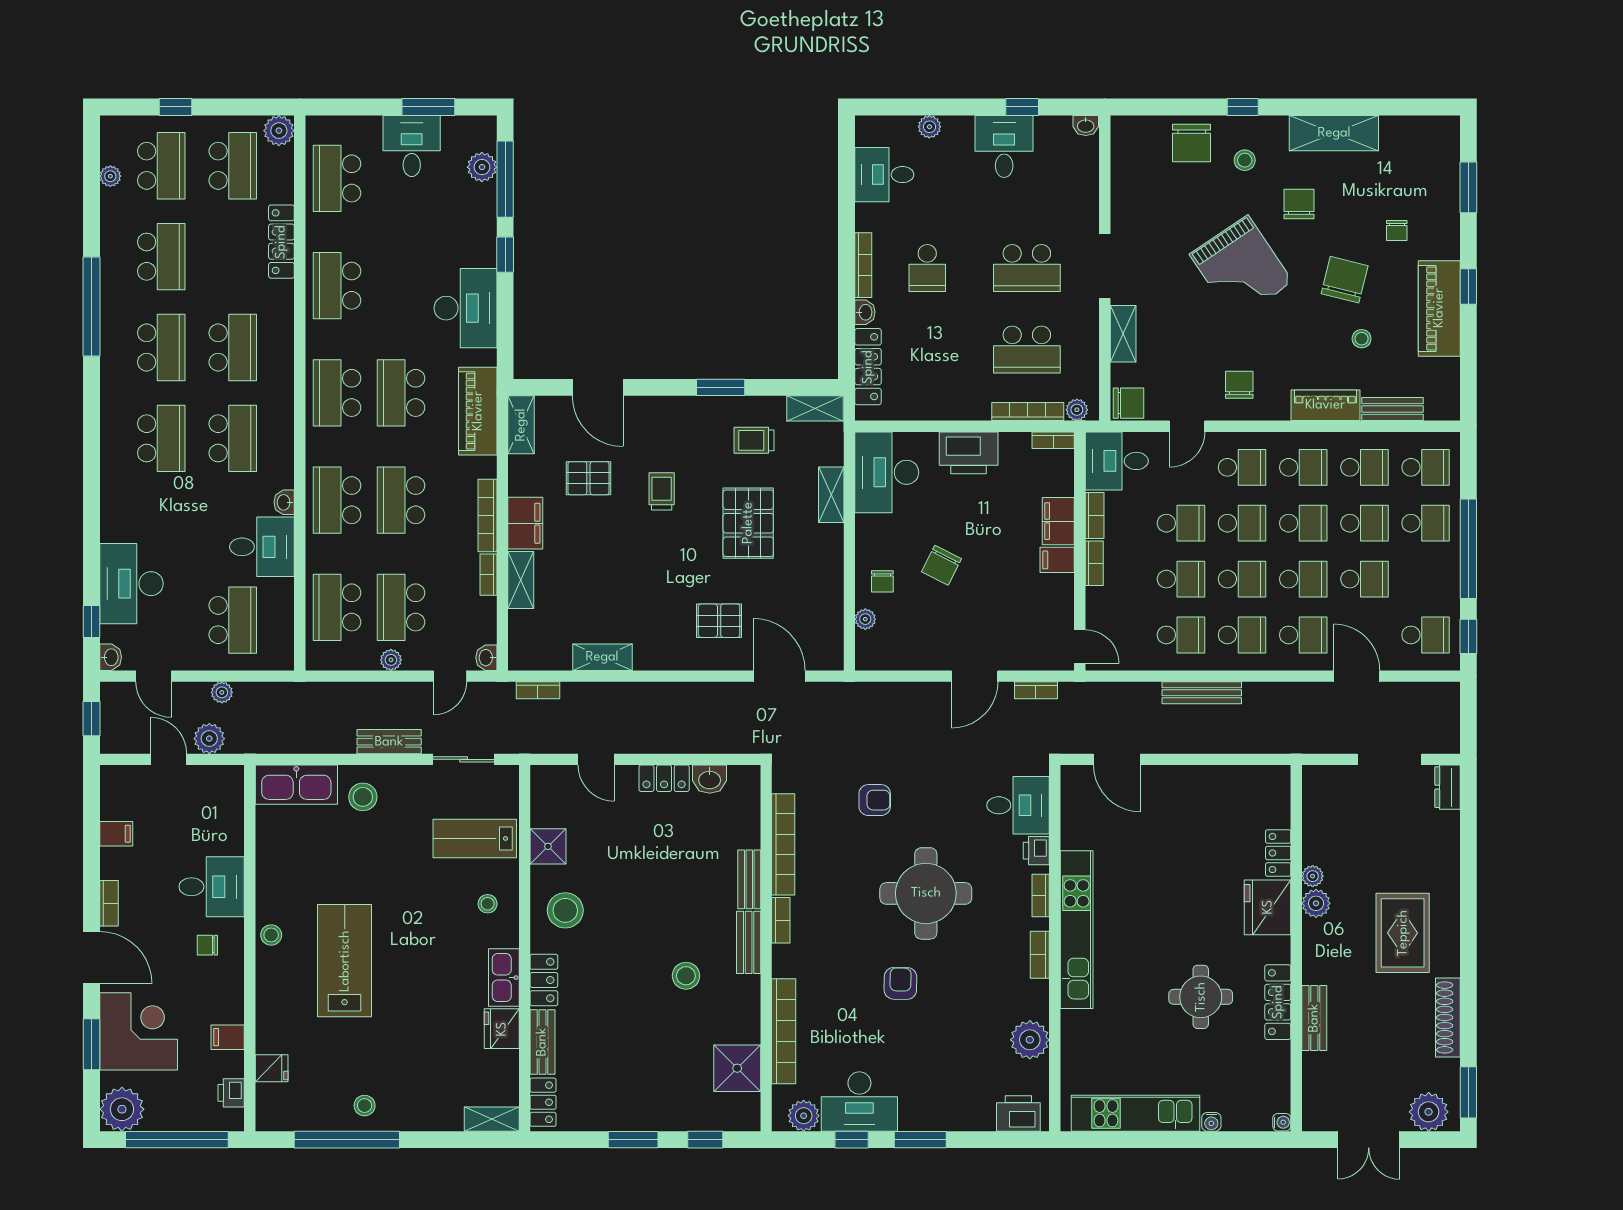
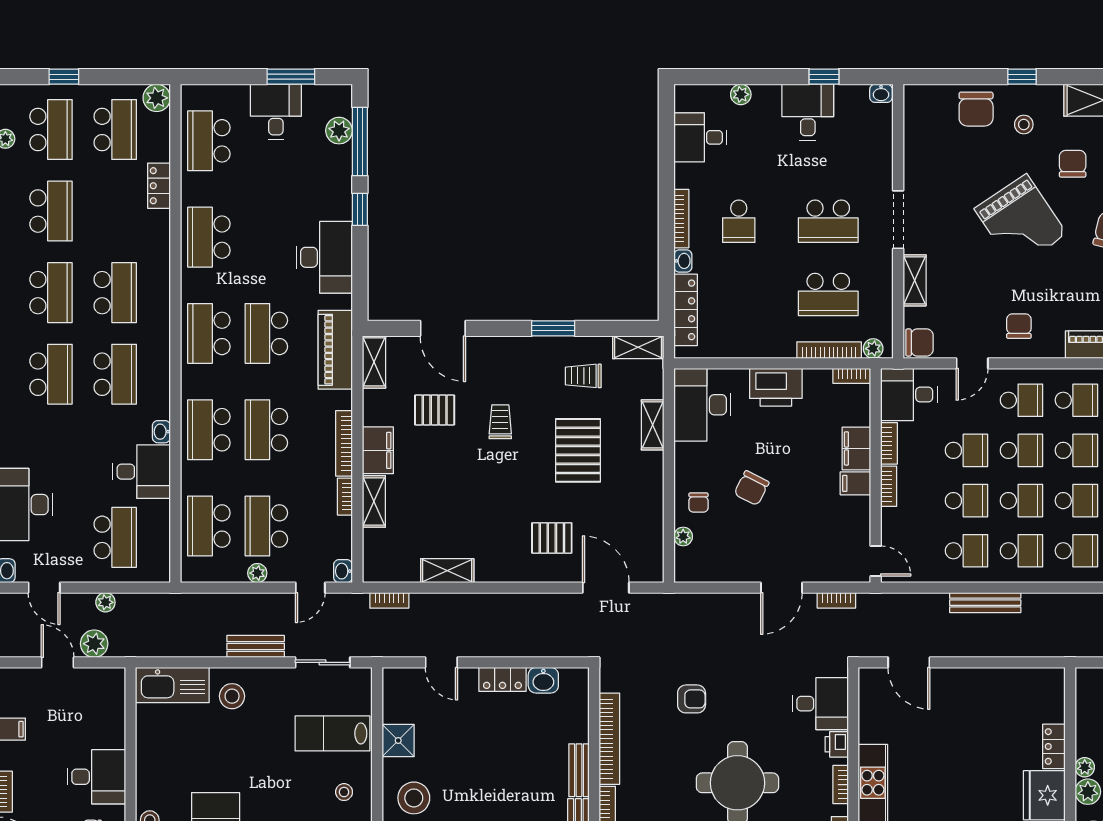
locker: (281, 242) -> (159, 186), width x0.66

